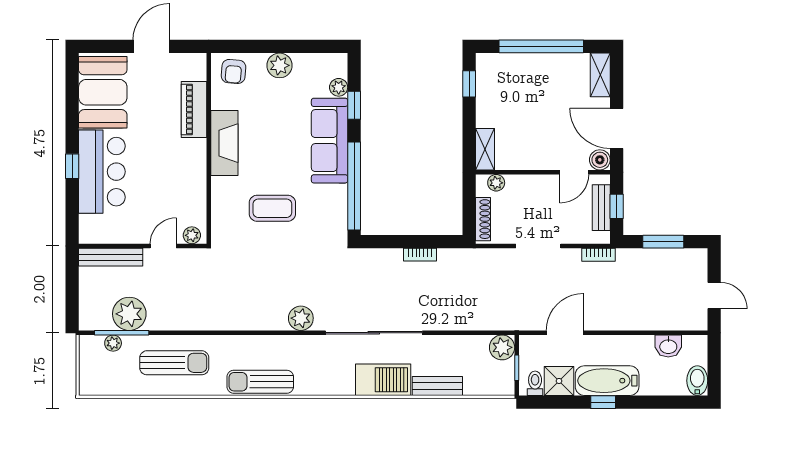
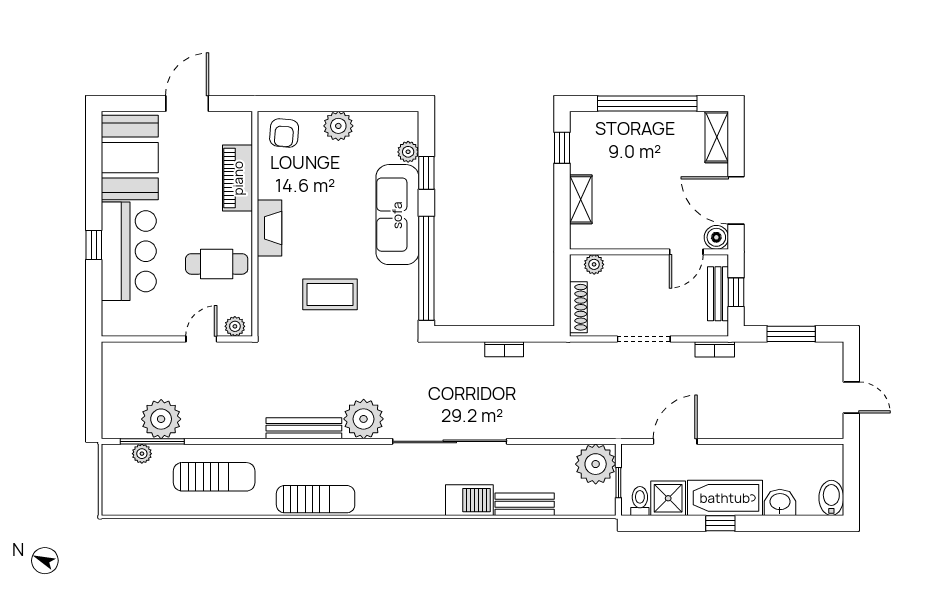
fireplace: (224, 143) -> (269, 228), width x0.73, depth x0.76
shelving: (485, 149) -> (581, 199), moved
cafe table: (176, 182) -> (217, 264), added
bench: (111, 257) -> (304, 428), moved
plant: (301, 318) -> (364, 419), width x1.36, depth x1.36
washbasin: (668, 346) -> (780, 502), moved, turned 180
plant: (502, 347) -> (596, 464), width x1.36, depth x1.36
barbecue: (383, 380) -> (469, 500), width x0.73, depth x0.83
sun lounger: (260, 382) -> (316, 499), turned 180

